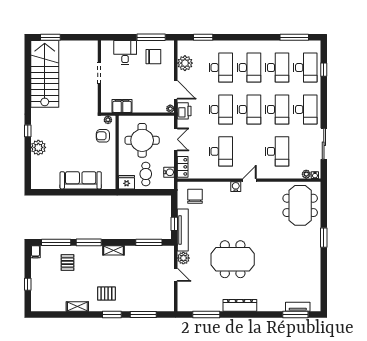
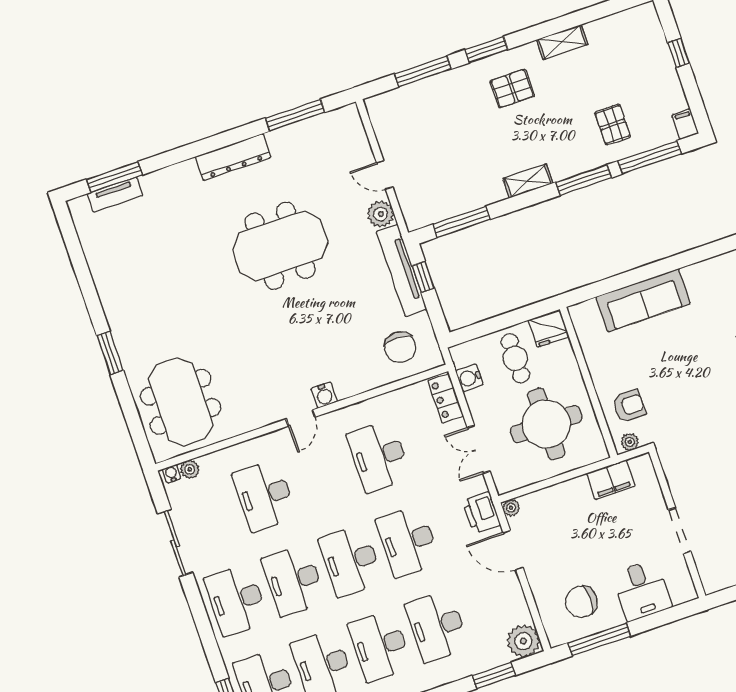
plant: (185, 63) -> (523, 641), moved

